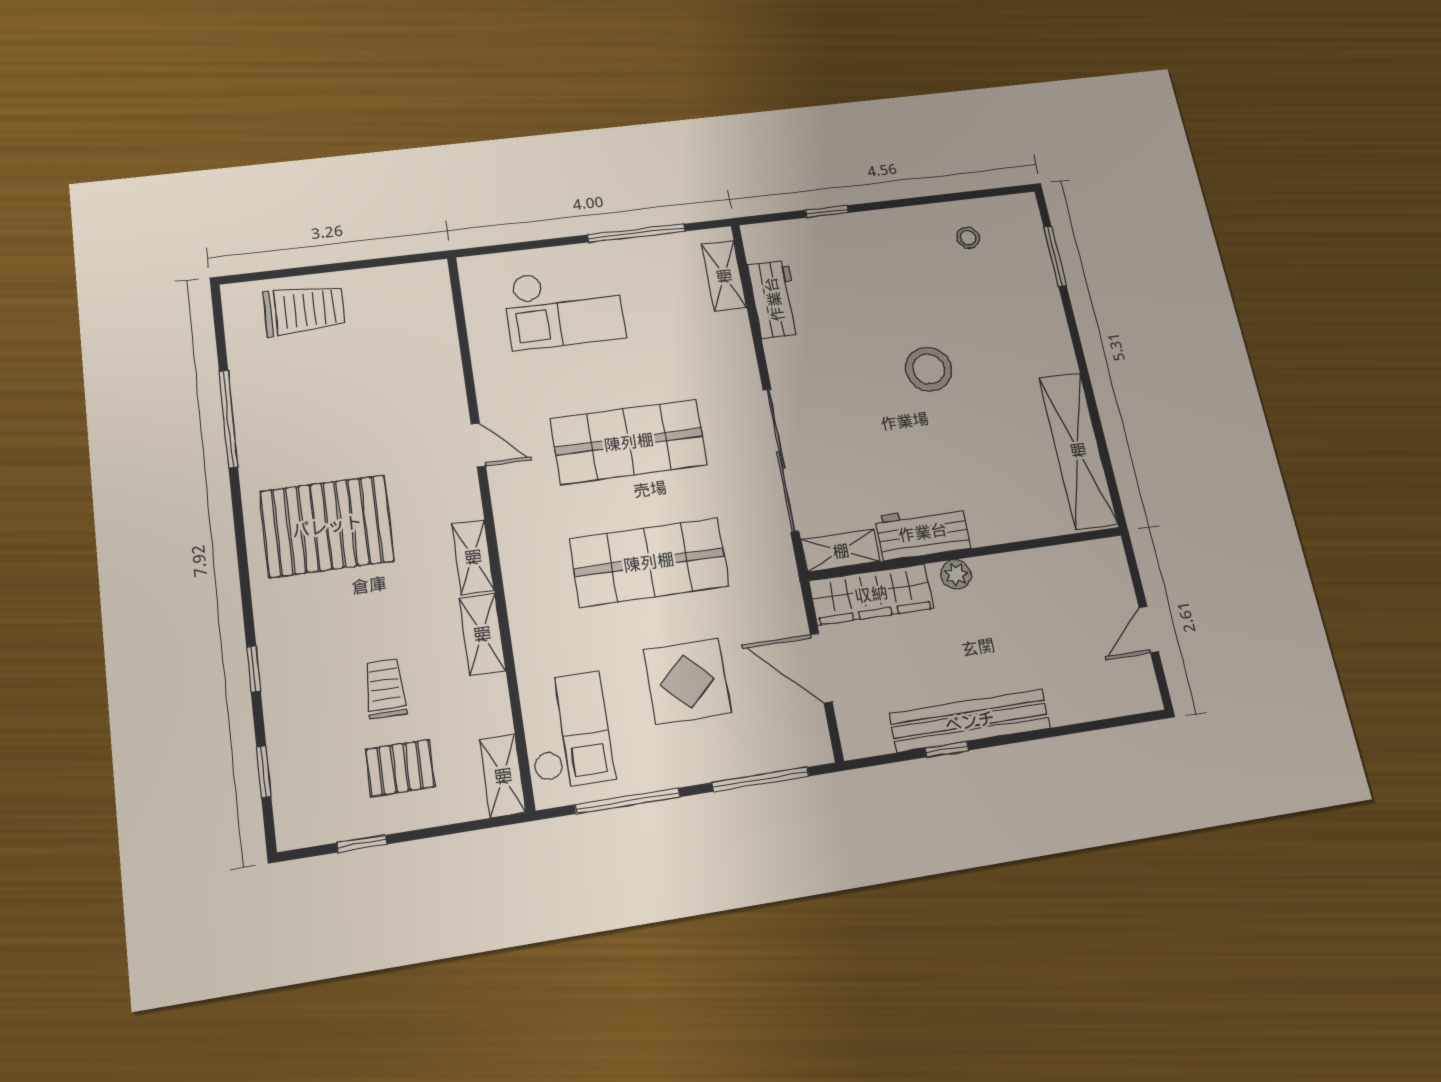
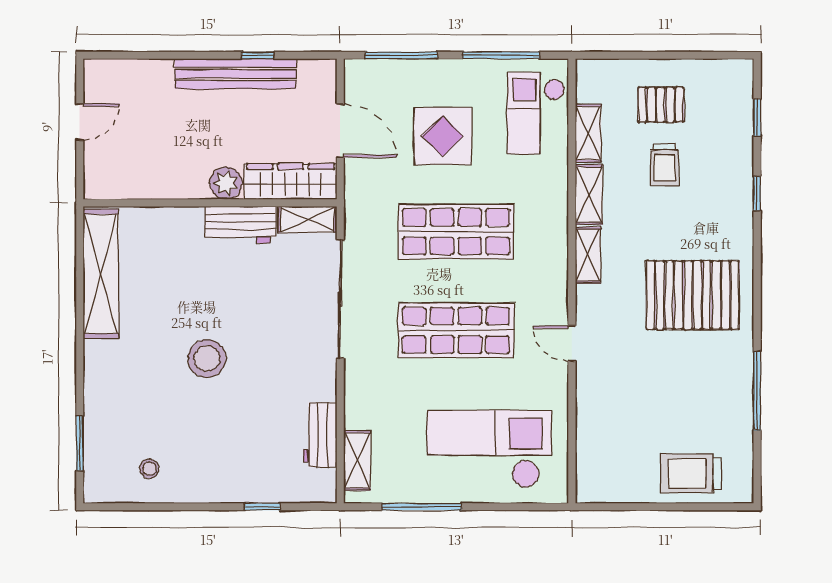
checkout: (564, 308) -> (489, 449), width x1.36, depth x1.21
plant: (956, 574) -> (226, 183), width x1.38, depth x1.38
shelving: (503, 776) -> (588, 133), moved
window: (362, 844) -> (694, 55), removed

